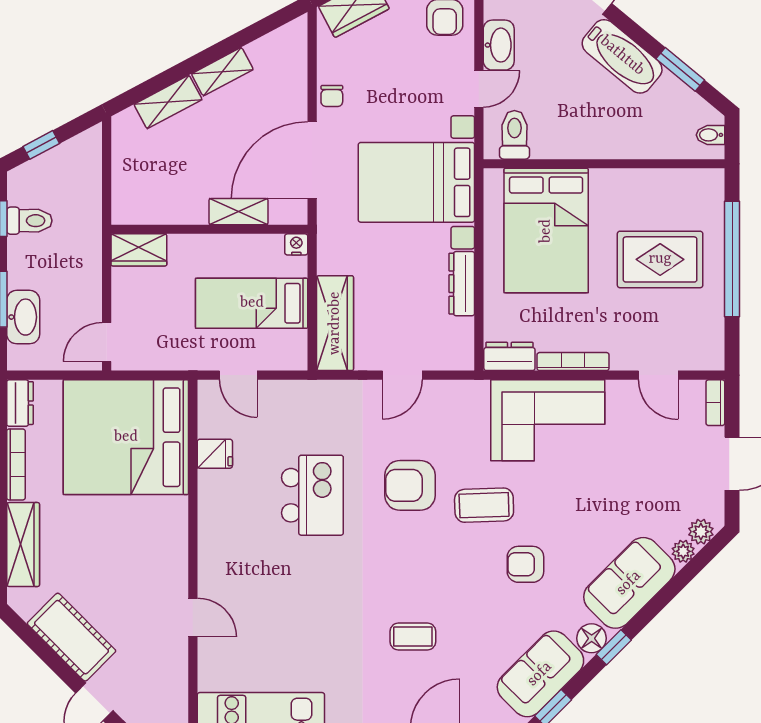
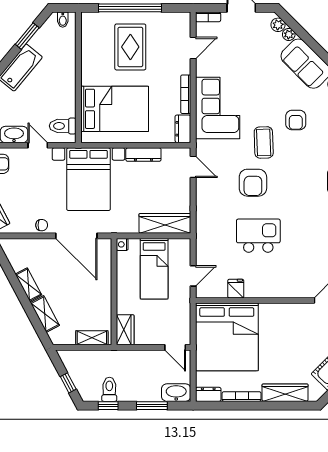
shelving: (238, 212) -> (92, 338), moved, turned 90
washbasin: (23, 317) -> (176, 393), moved
door: (402, 375) -> (193, 167), moved

